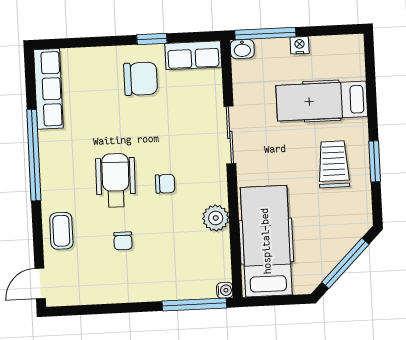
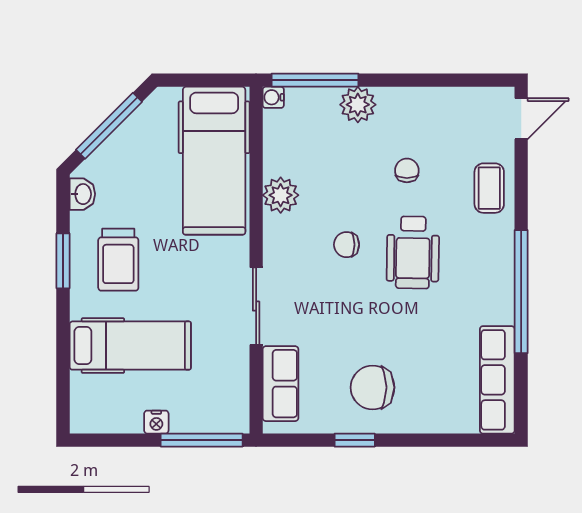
washbasin: (242, 49) -> (82, 194), moved, turned 90
row of seats: (193, 55) -> (281, 384), moved, turned 90
plant: (162, 288) -> (358, 105), added

